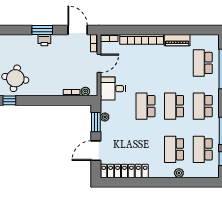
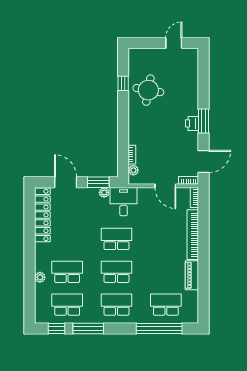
desk: (113, 89) -> (124, 202), moved

